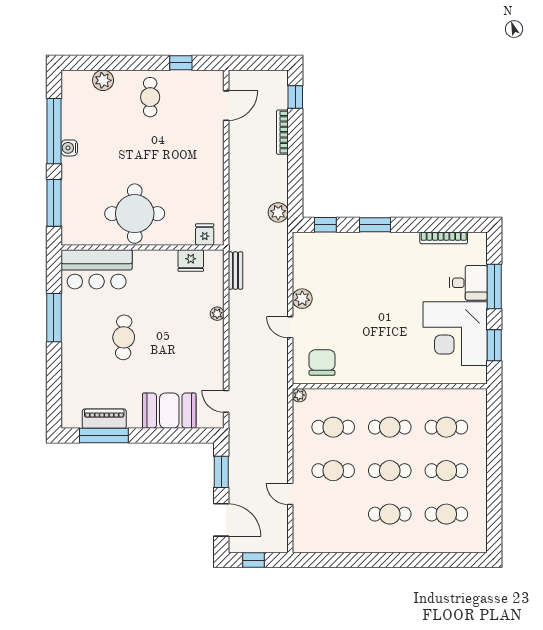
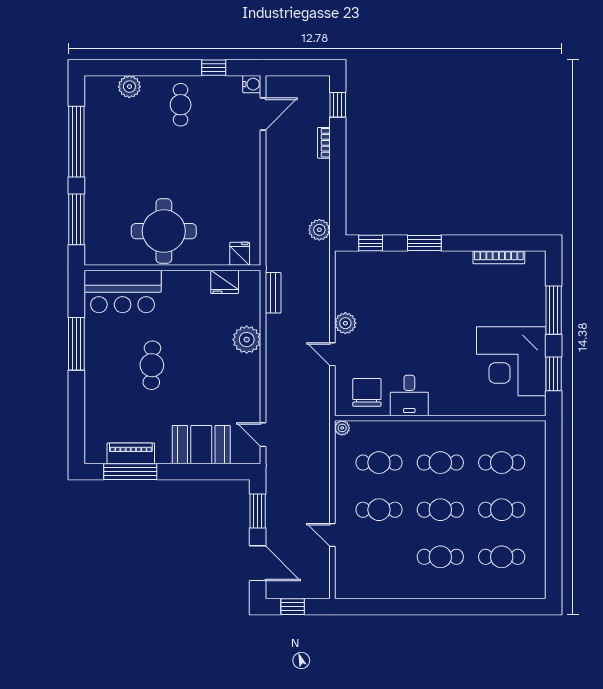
bookcase: (282, 132) -> (324, 143), width x0.64
water cooler: (69, 148) -> (252, 84), moved, turned 180
desk: (468, 283) -> (409, 395), moved, turned 90
plant: (217, 314) -> (247, 340), width x1.87, depth x1.87

